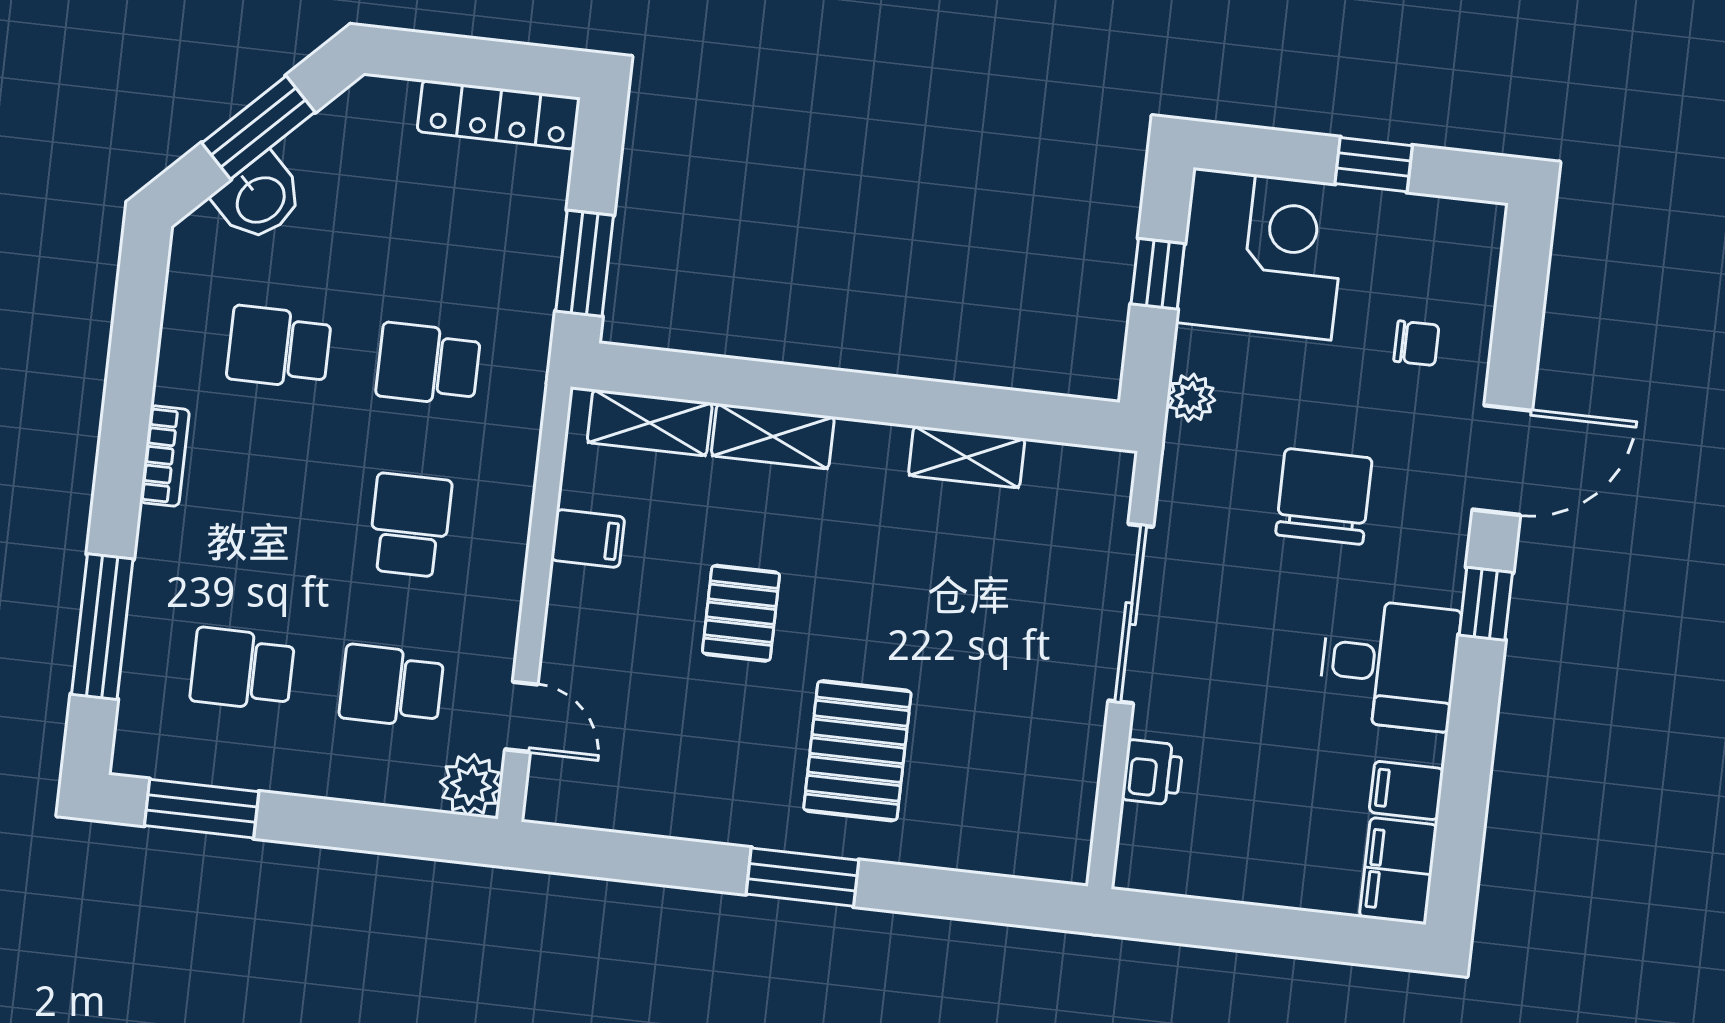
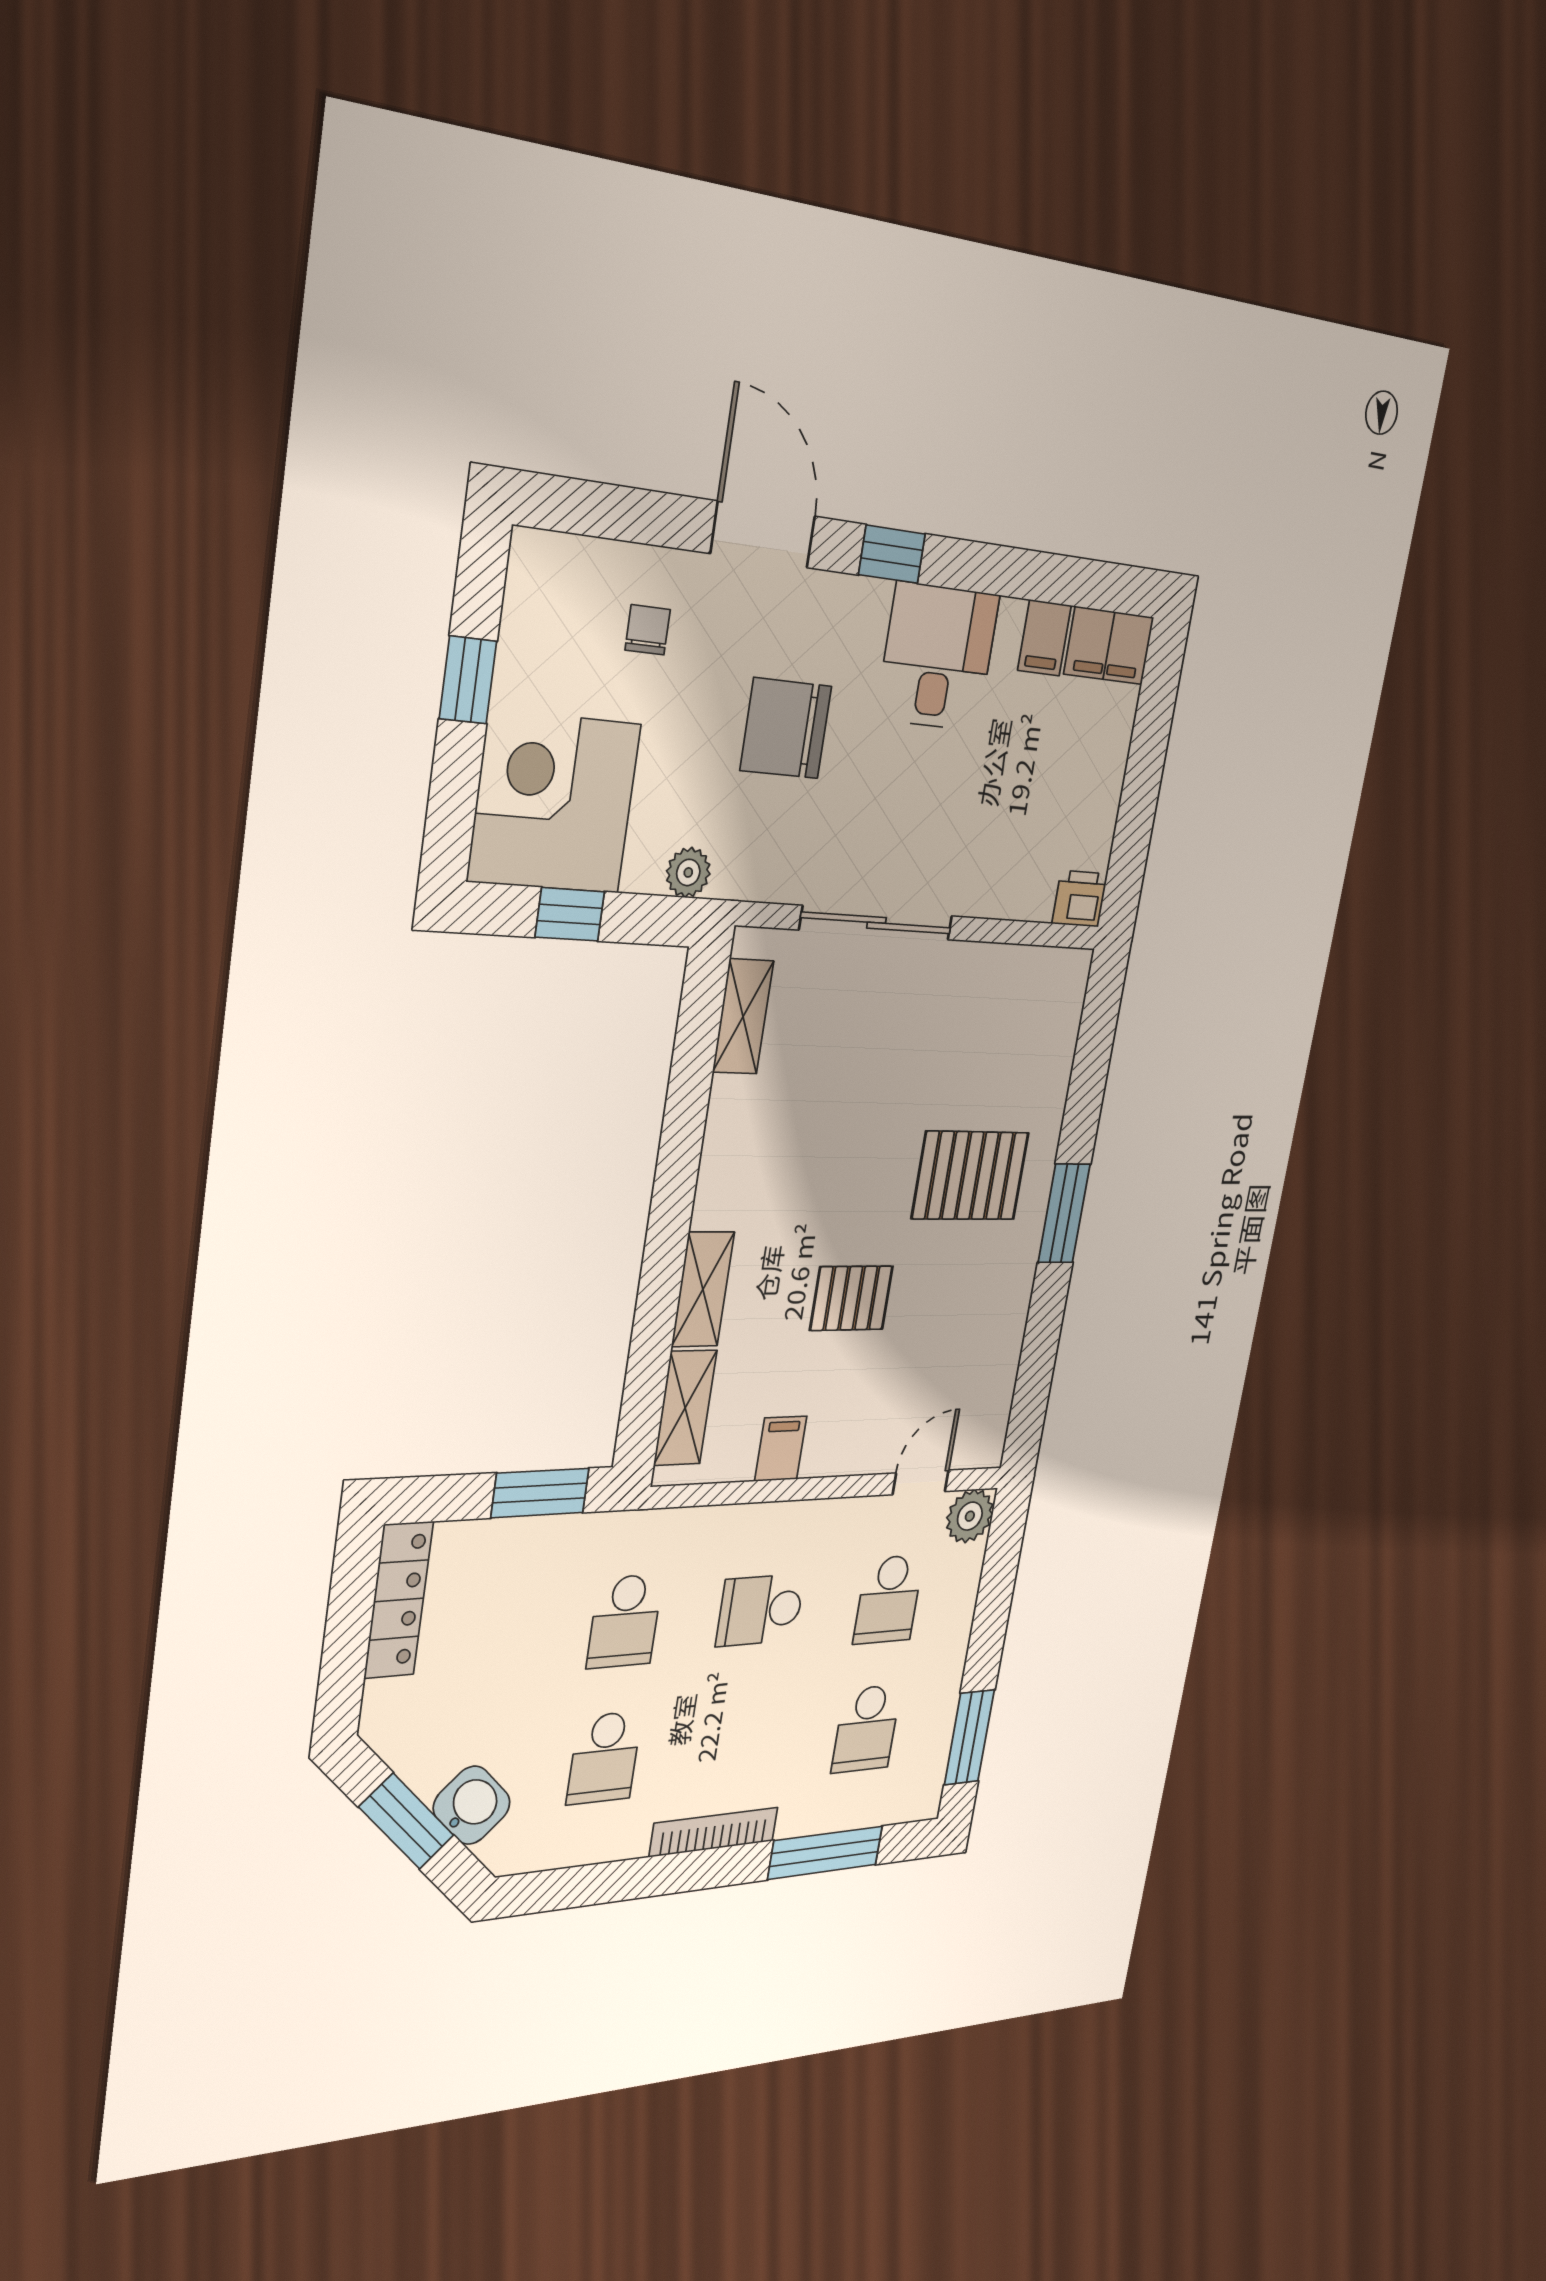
bookcase: (165, 456) -> (714, 1832), width x1.56
shelving: (967, 457) -> (743, 1017), moved
printer: (1152, 772) -> (1080, 899), moved

